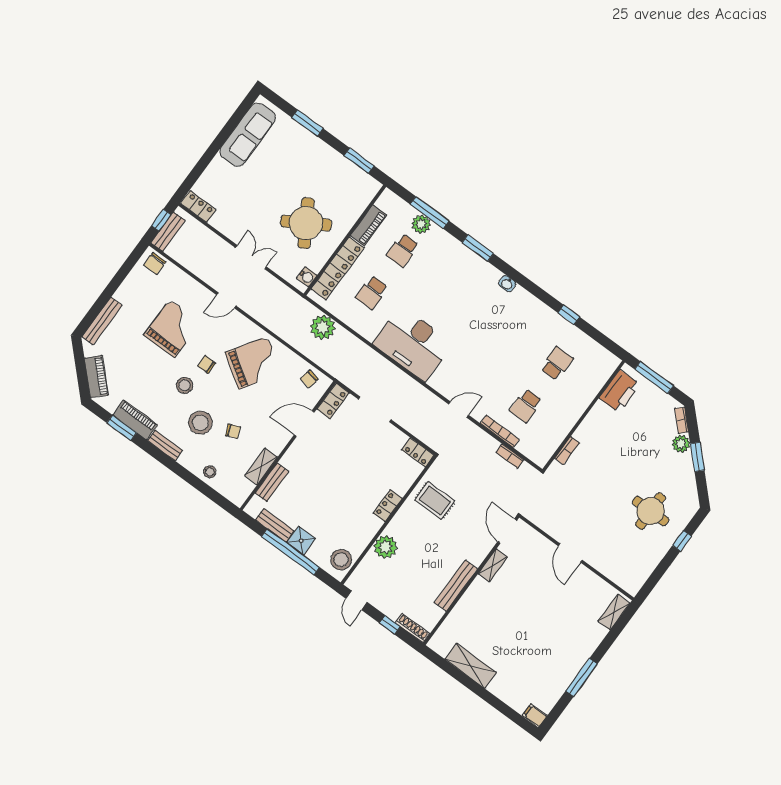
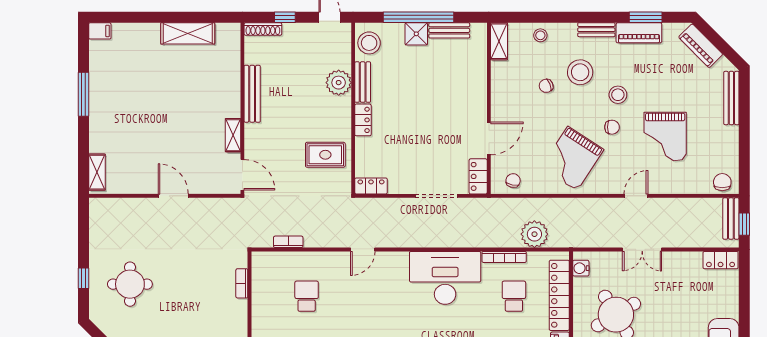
bookcase: (500, 431) -> (504, 257), moved
shelving: (261, 466) -> (499, 41), moved
bench: (272, 482) -> (363, 82), moved

